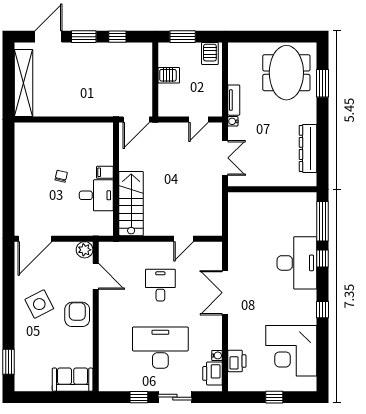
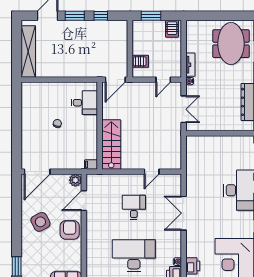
server rack: (169, 75) -> (140, 61), moved
filing cabinet: (105, 172) -> (91, 165), moved
desk: (96, 195) -> (84, 103), moved
door: (96, 276) -> (84, 201), swing flipped

